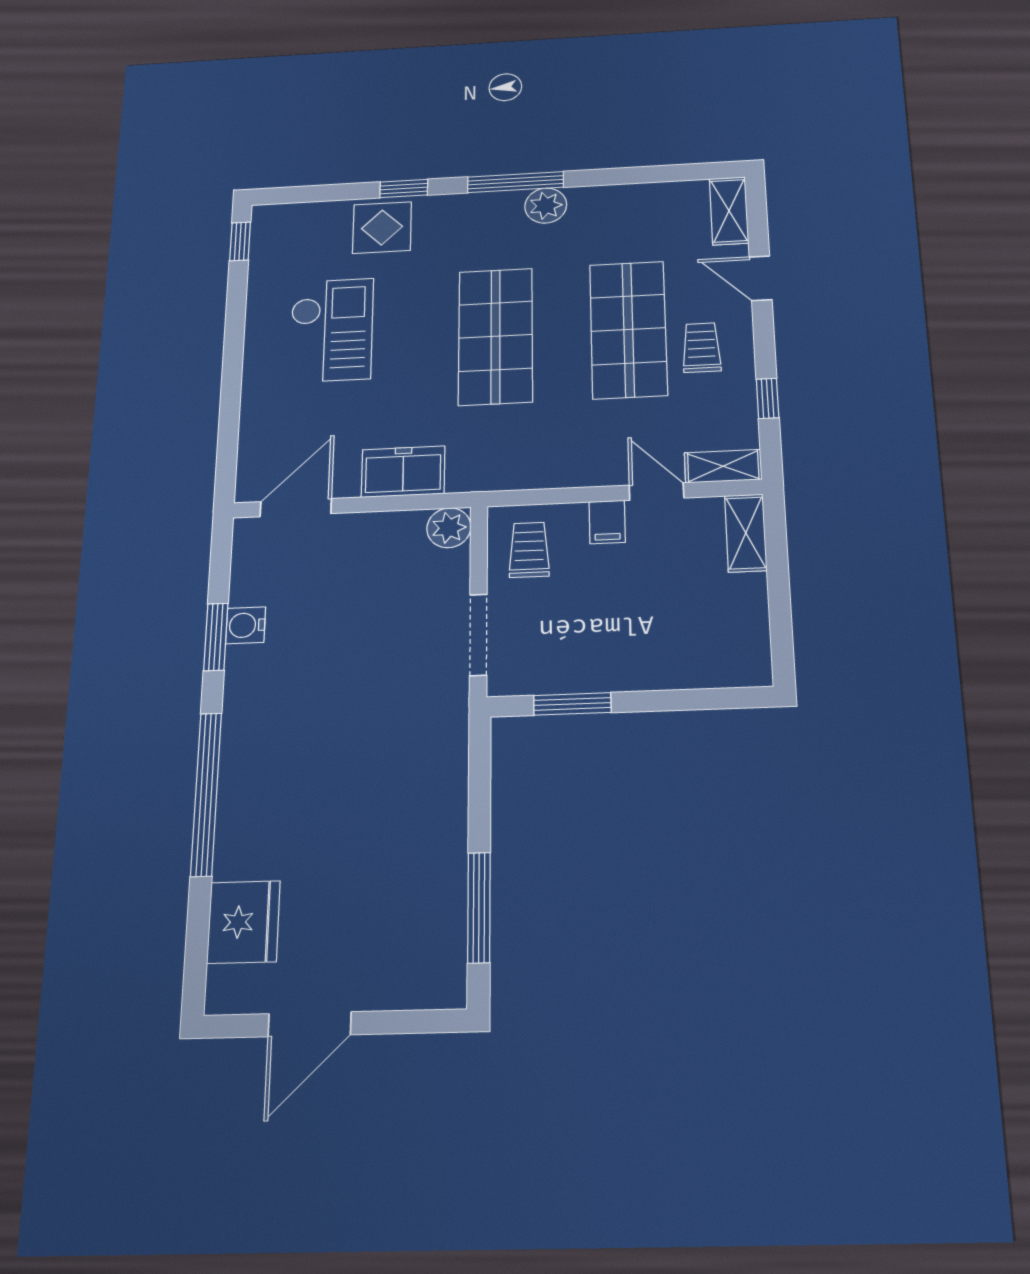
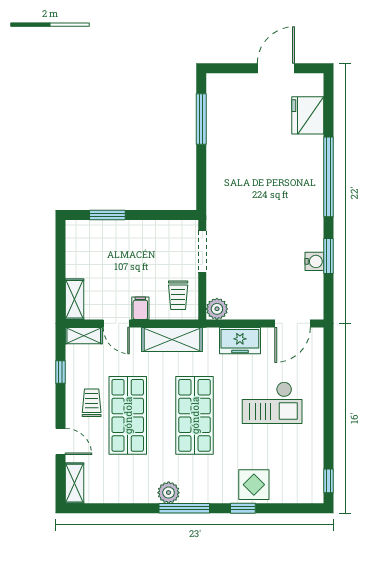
checkout: (331, 330) -> (272, 403), moved, turned -90
trolley: (701, 348) -> (92, 403), turned 180
shelving: (541, 468) -> (172, 339), added
window: (572, 704) -> (107, 215), moved

